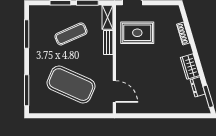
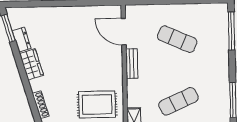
bench: (108, 42) -> (132, 64), moved
exercise mat: (71, 85) -> (177, 39), width x0.50, depth x0.69

